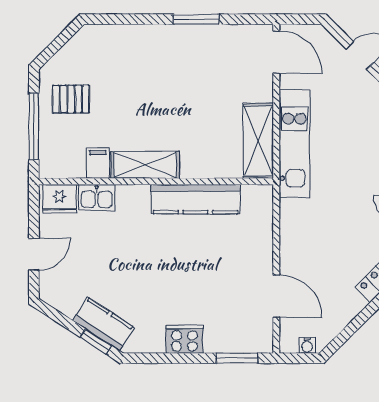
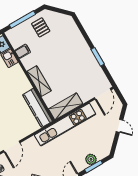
kitchen unit: (294, 144) -> (65, 125), width x1.36
shelving: (145, 165) -> (39, 81), moved
kitchen counter: (196, 199) -> (38, 108), moved

